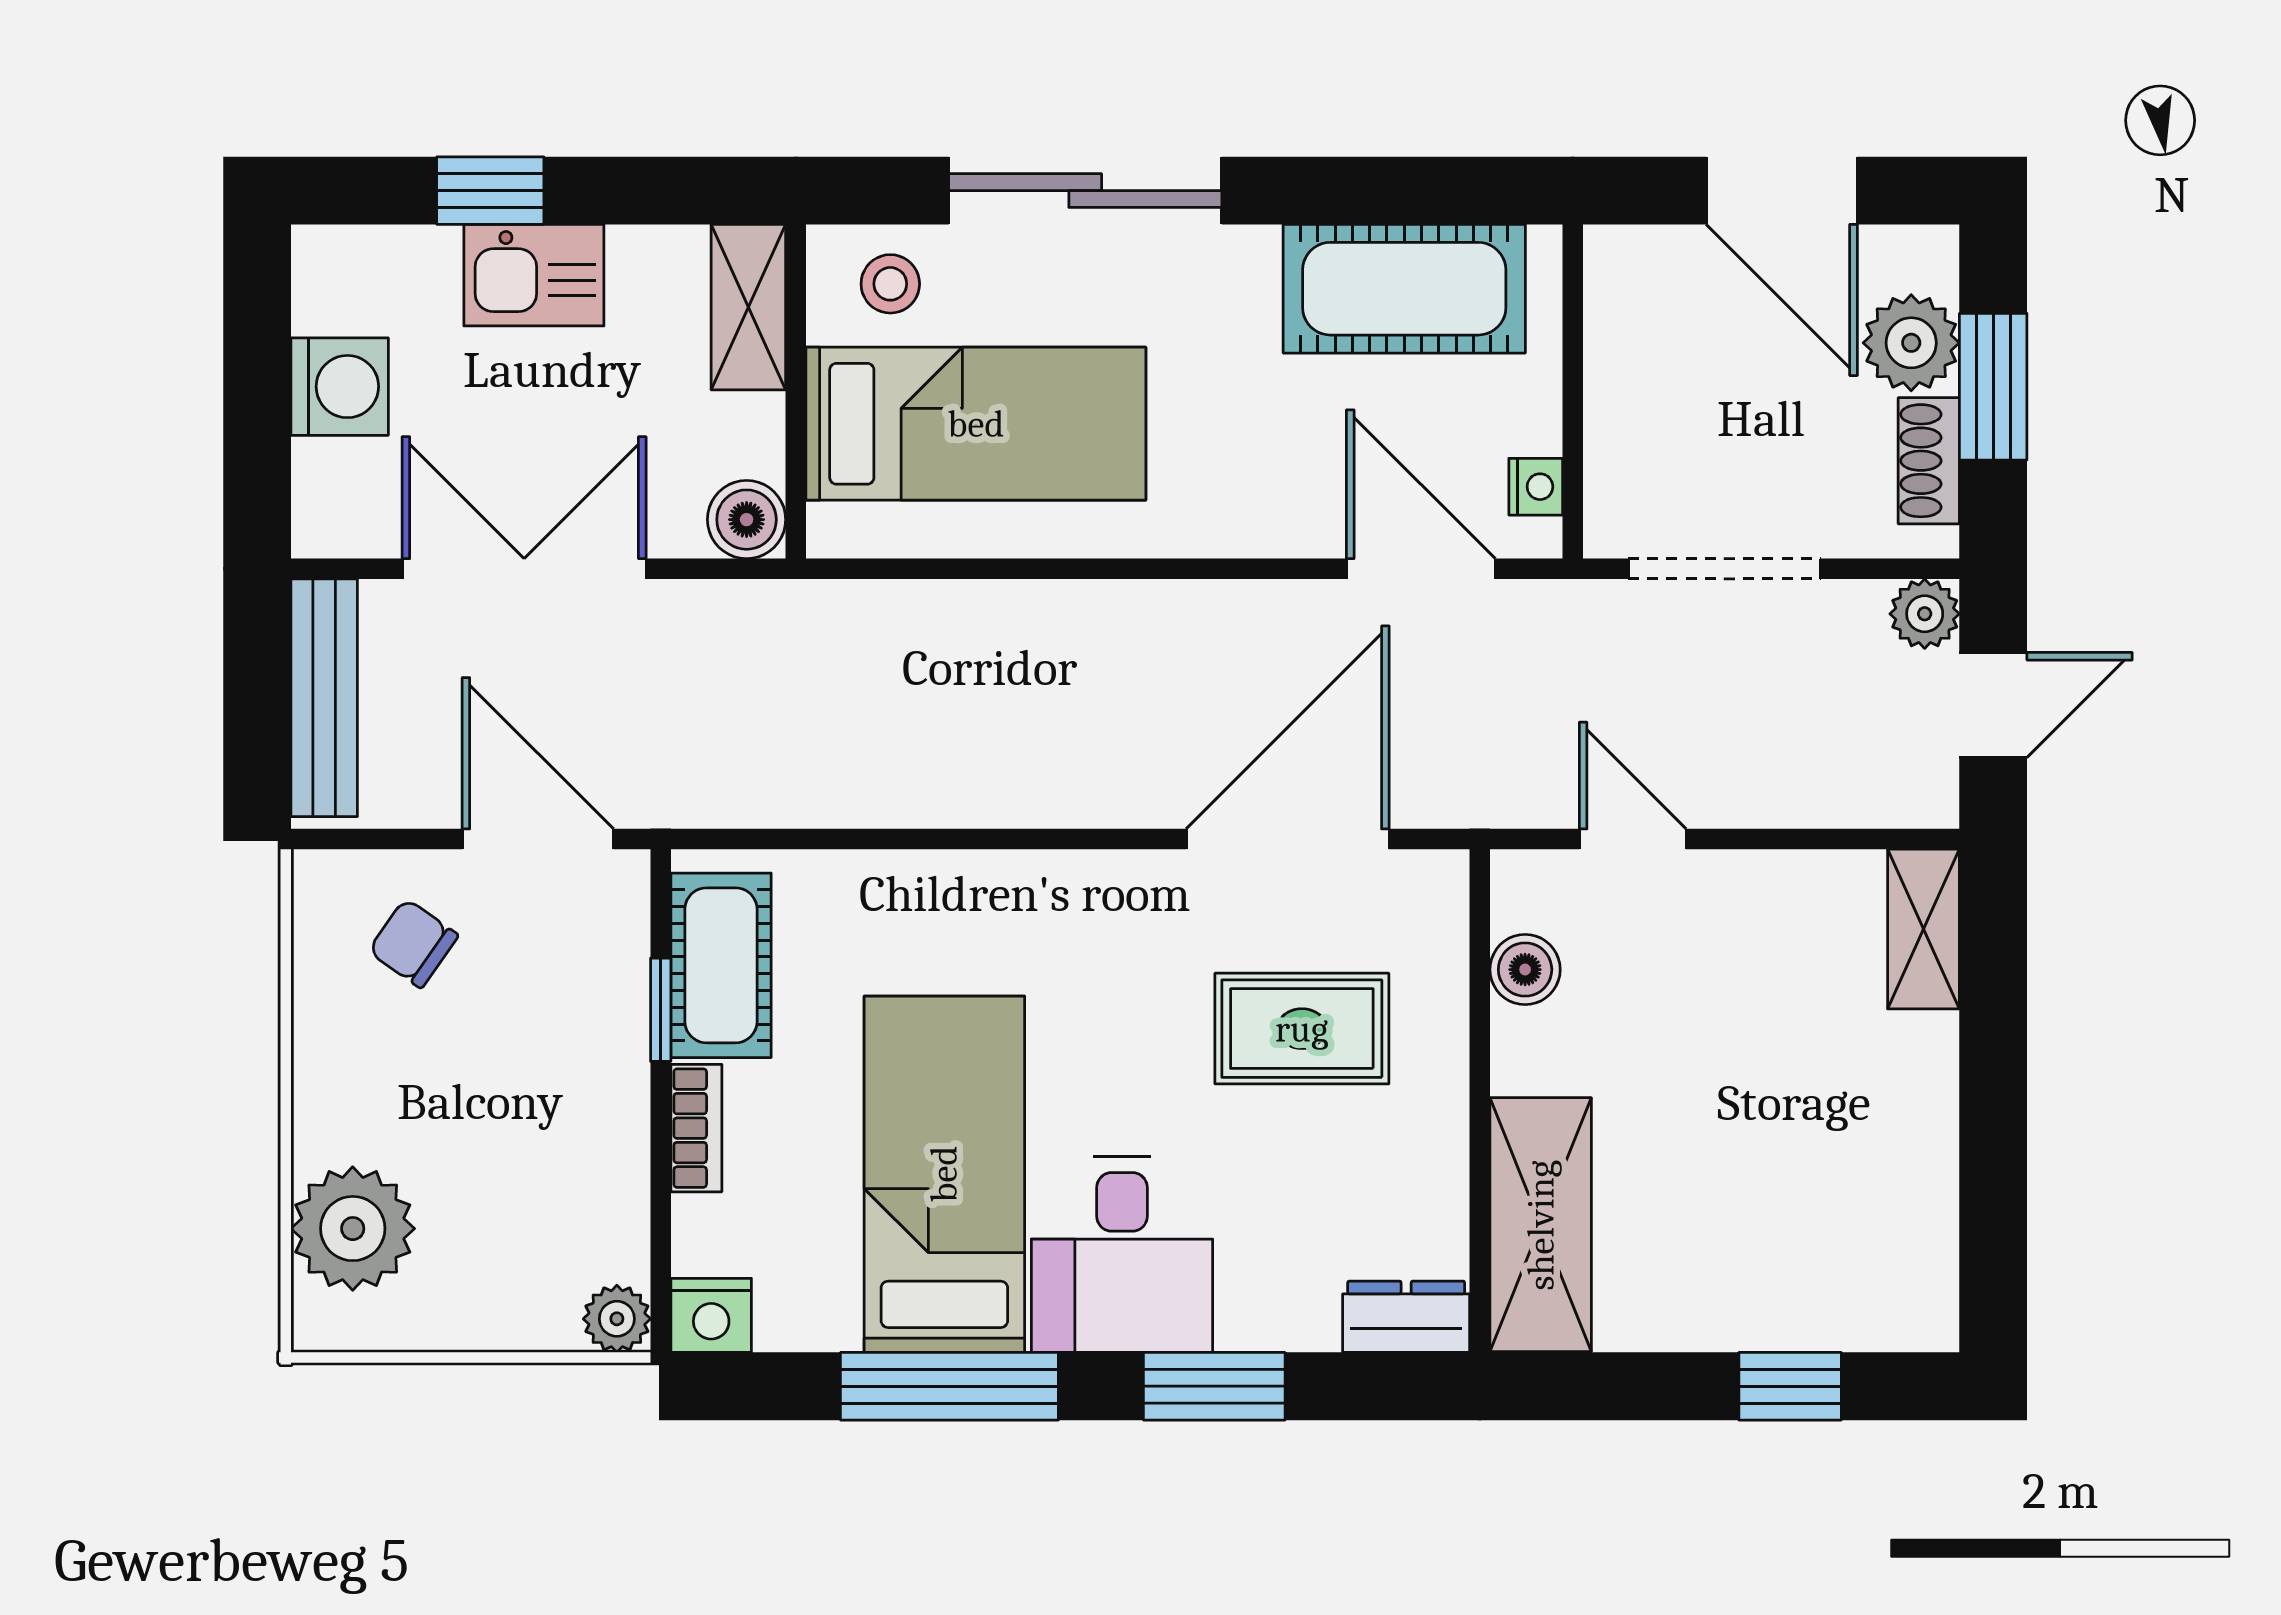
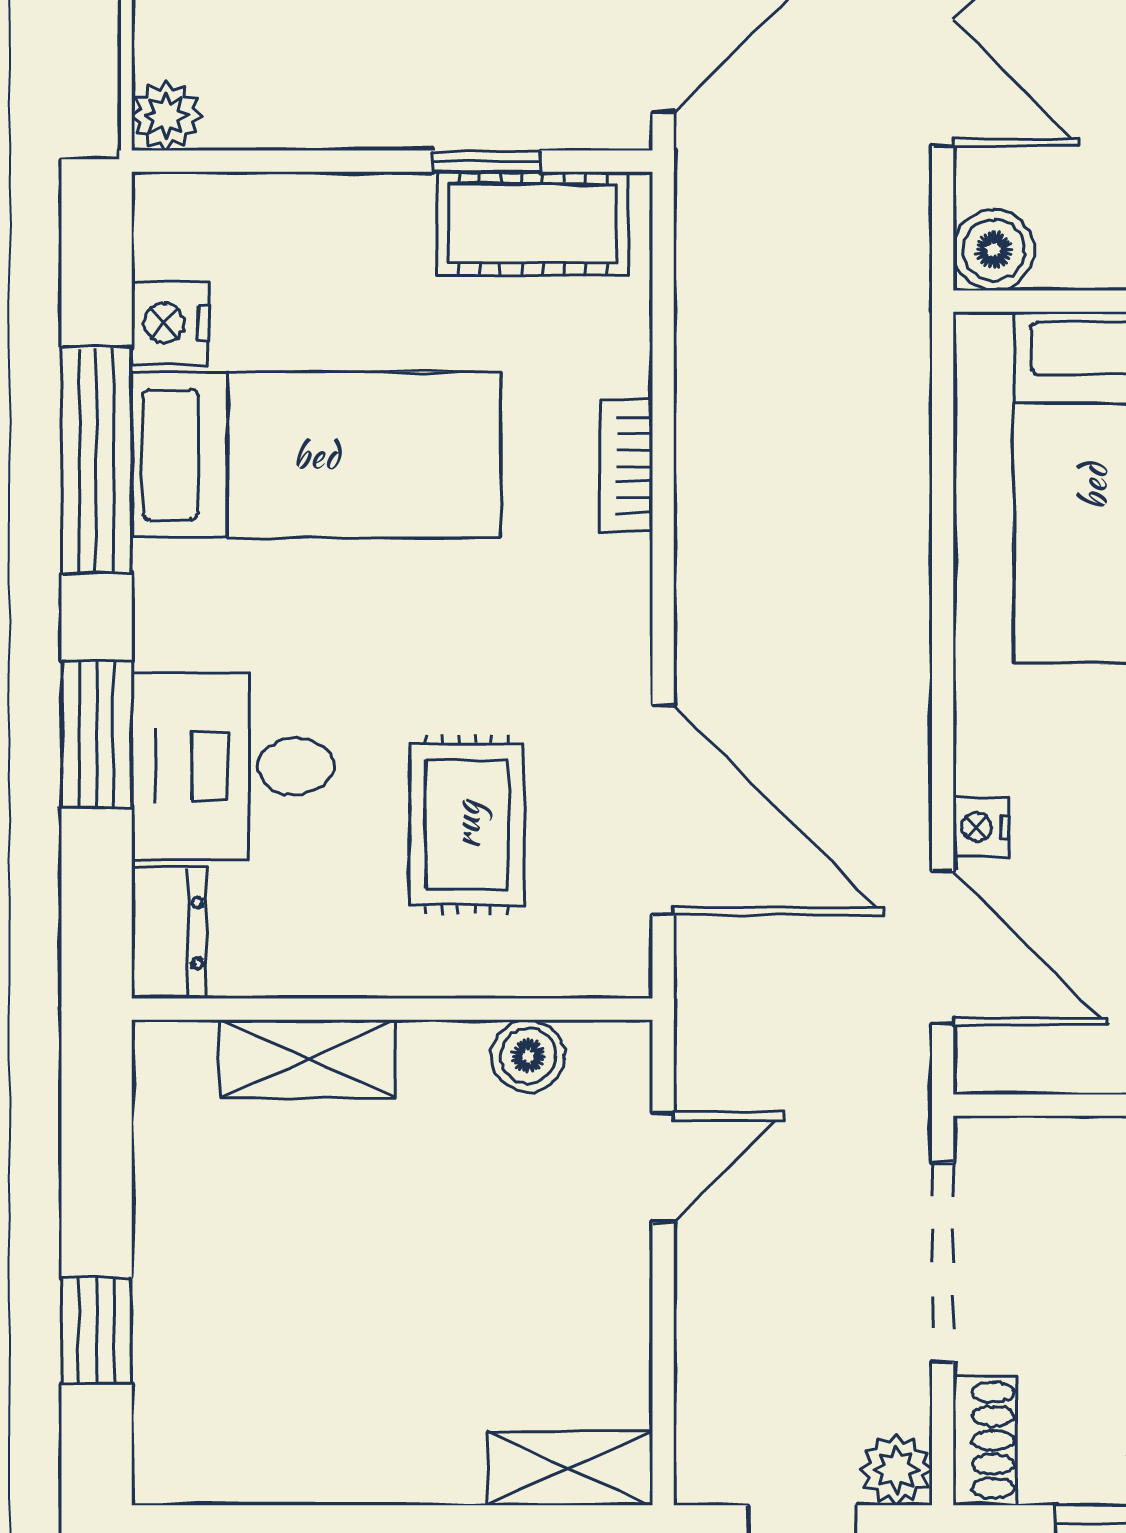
shoe rack: (1929, 461) -> (985, 1440), moved, turned 90
nightstand: (1536, 487) -> (981, 827), moved, turned 90
door: (1421, 569) -> (943, 948), hinge flipped
bookcase: (696, 1128) -> (626, 466), moved, turned 90
shelving: (1541, 1225) -> (308, 1059), width x0.67, depth x0.75
desk: (1122, 1255) -> (233, 766), moved
nightstand: (711, 1315) -> (170, 323), moved

